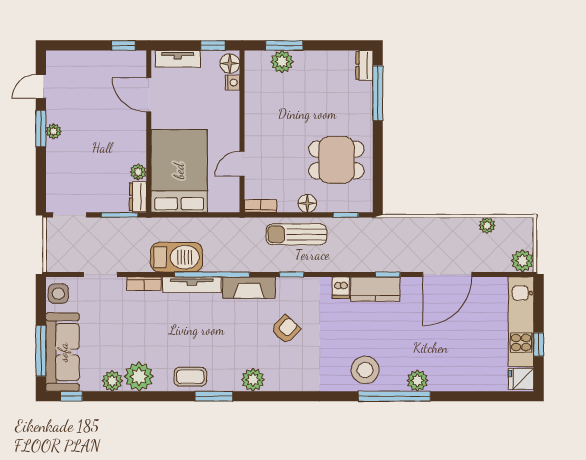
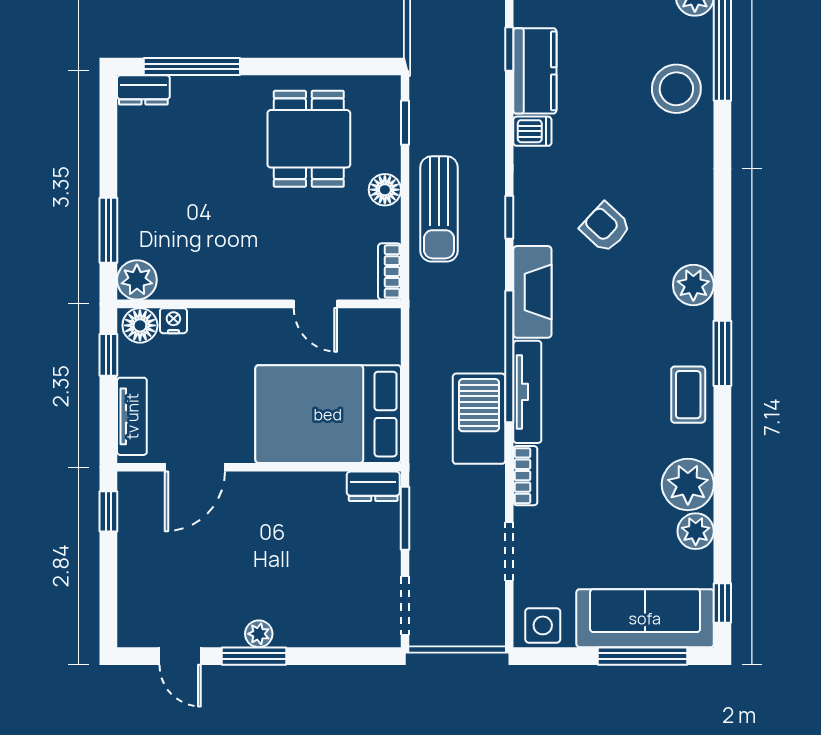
plant: (282, 62) -> (137, 280), moved
plant: (138, 172) -> (330, 486), removed

